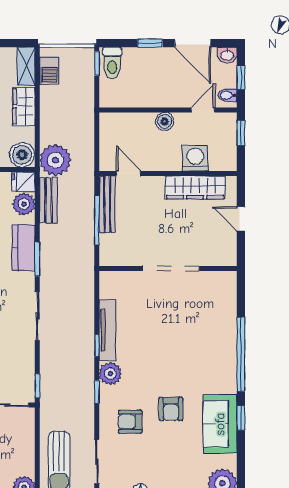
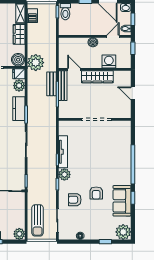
wardrobe: (195, 187) -> (97, 77), moved
bench: (48, 200) -> (52, 84), moved

